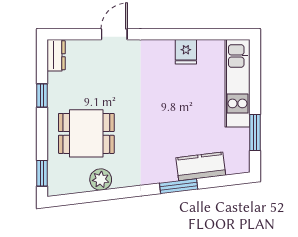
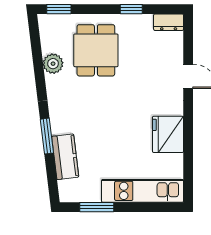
fridge: (186, 52) -> (168, 134), width x1.88, depth x1.34

